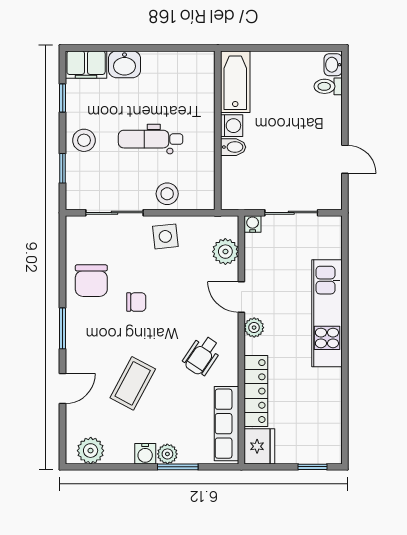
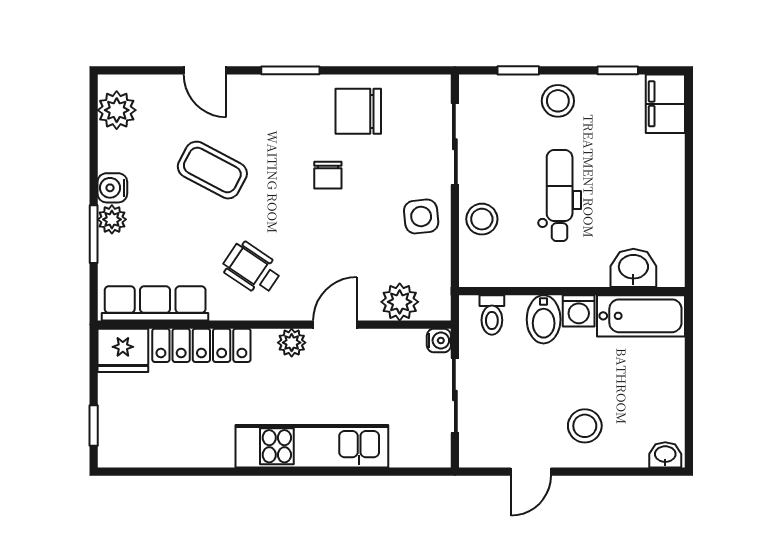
washbasin: (125, 64) -> (633, 268), moved, turned 90
toilet: (328, 86) -> (492, 315), moved, turned 180
stool: (313, 121) -> (585, 426), added
bidet: (233, 147) -> (544, 319), width x1.38, depth x1.36

